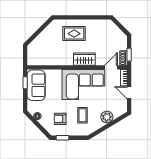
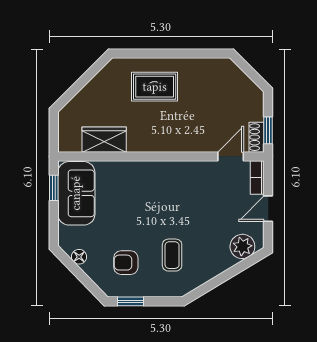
wardrobe: (84, 59) -> (104, 140), moved
corner sofa: (83, 85) -> (174, 192), removed
door: (129, 93) -> (268, 209), hinge flipped
plant: (107, 117) -> (242, 246), moved

